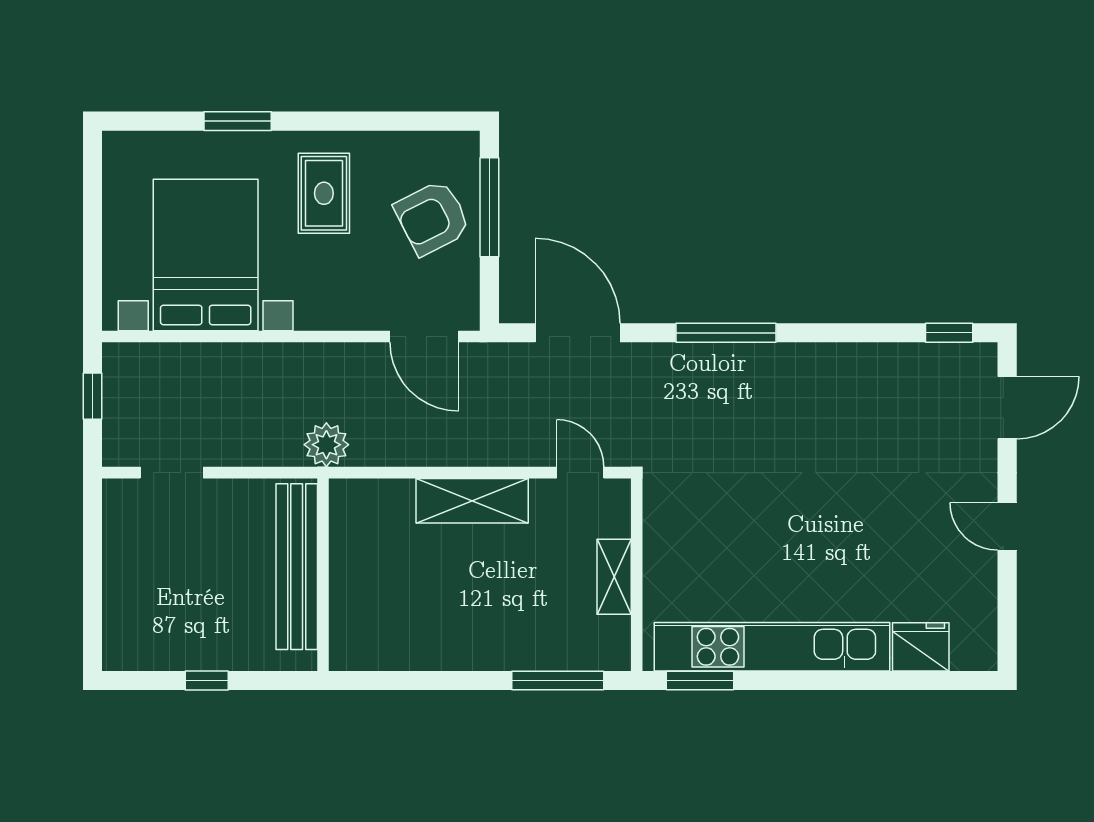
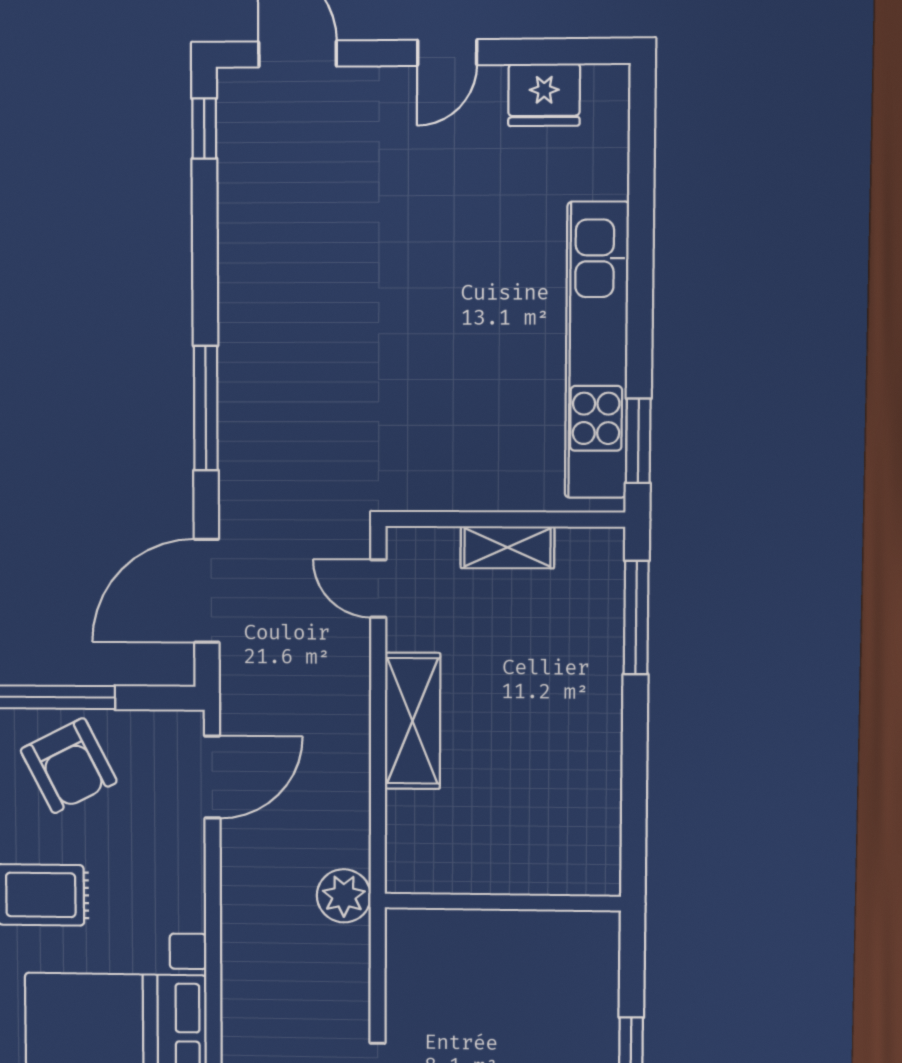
door: (580, 473) -> (378, 589), hinge flipped
bench: (297, 567) -> (492, 933), removed
fridge: (921, 647) -> (544, 95), moved, turned -90

